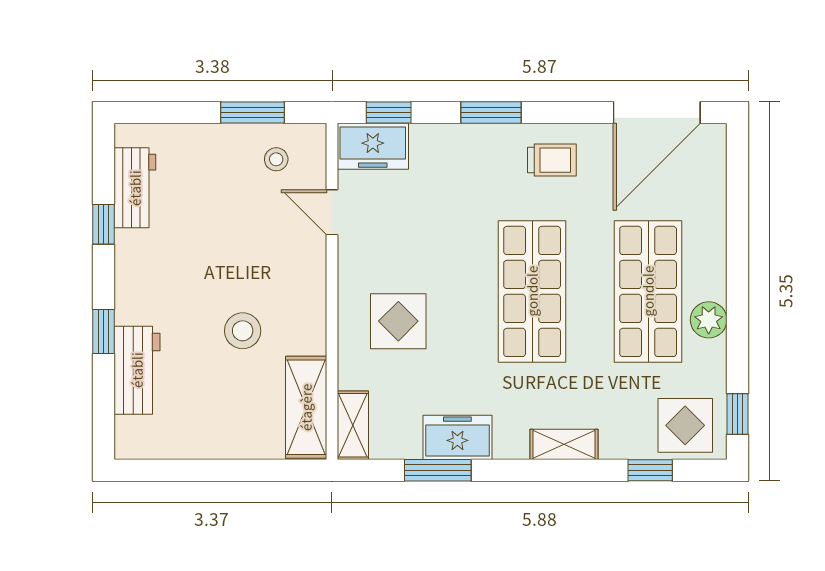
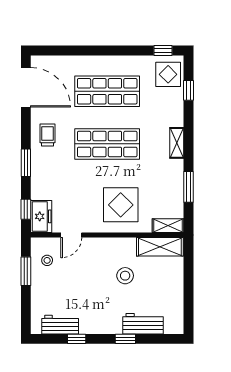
plant: (709, 320) -> (120, 64), removed
display table: (398, 321) -> (121, 205), width x1.36, depth x1.36
freezer: (457, 437) -> (174, 178), removed
shelving: (564, 444) -> (177, 143), moved

